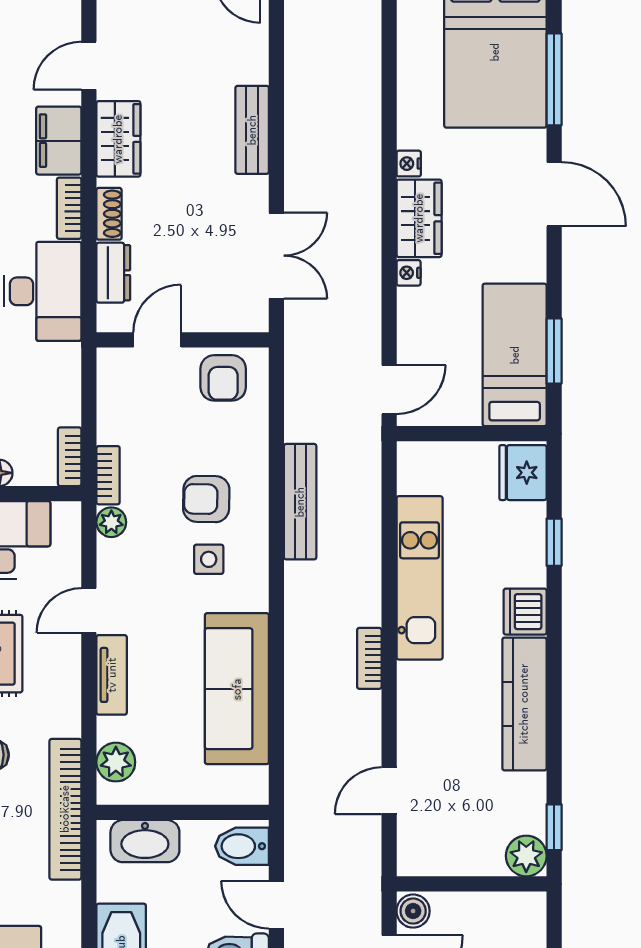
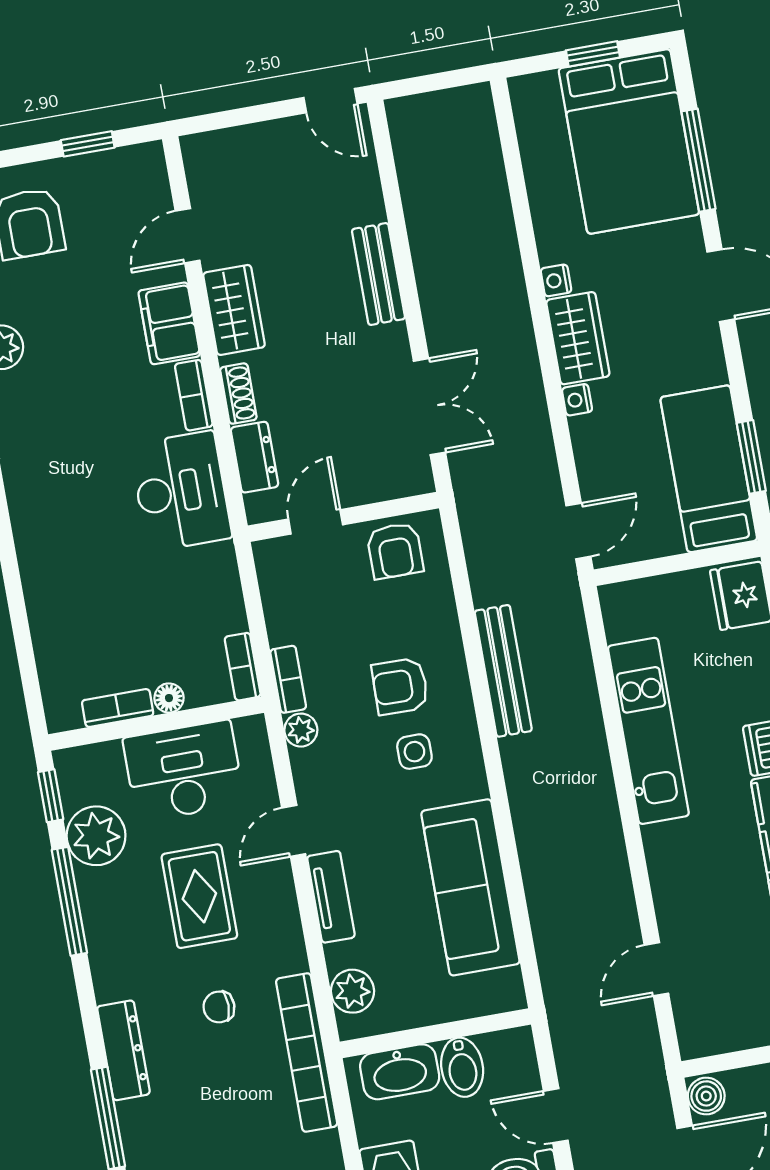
bookcase: (369, 658) -> (609, 829), removed
bidet: (242, 846) -> (462, 1067), moved, turned -90

